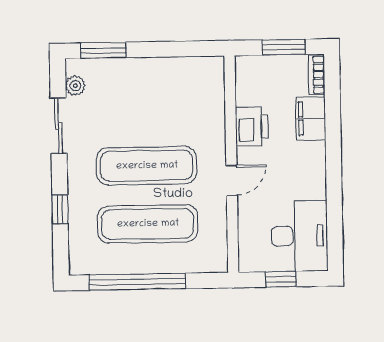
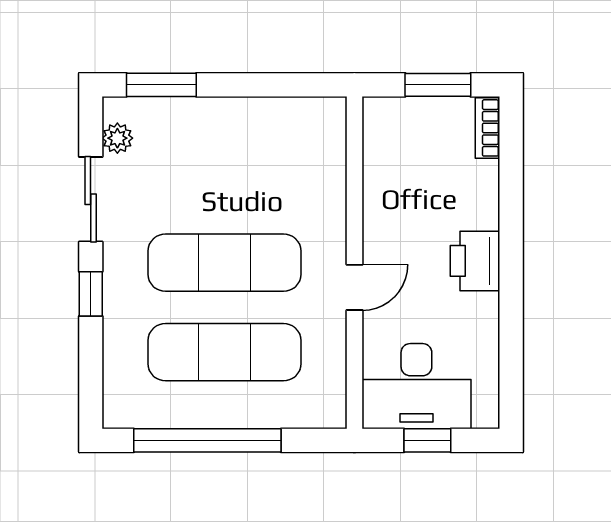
filing cabinet: (311, 118) -> (477, 195), removed
printer: (252, 126) -> (475, 261), moved, turned 180
window: (60, 209) -> (91, 294), moved
desk: (299, 236) -> (416, 386), moved, turned 90

